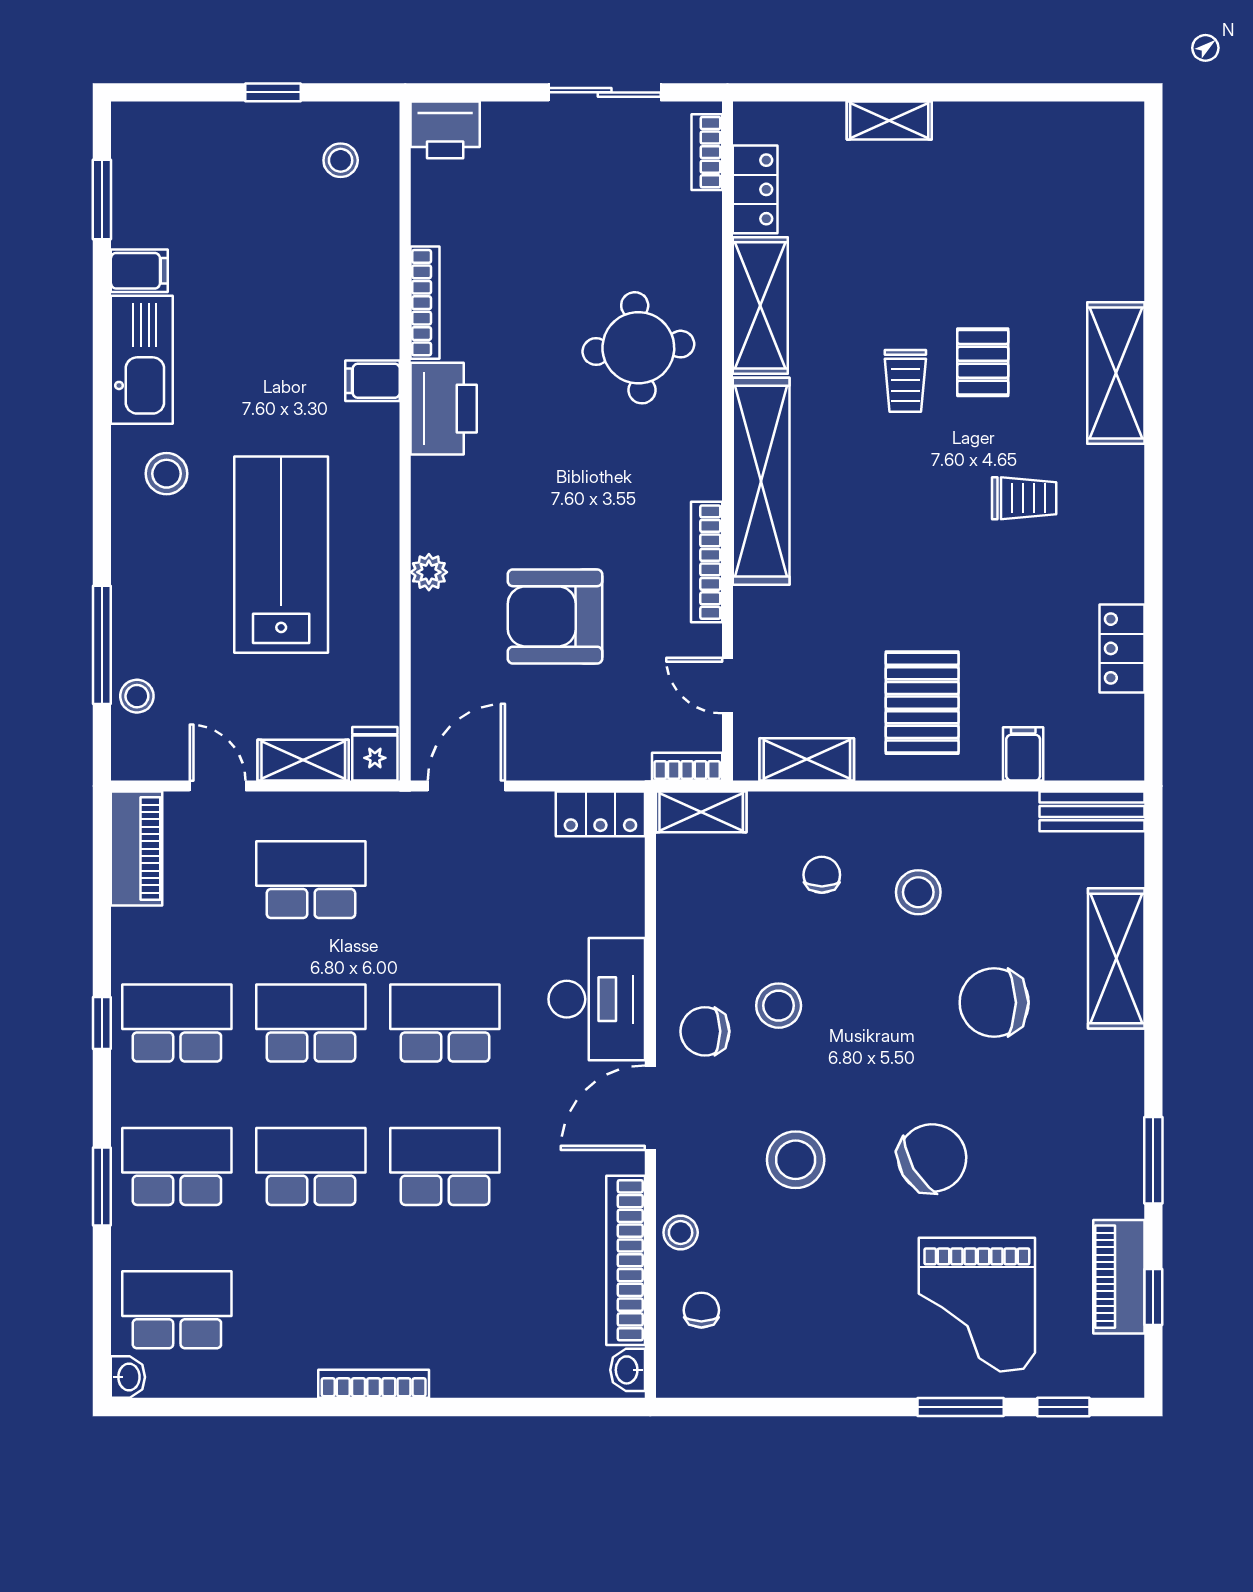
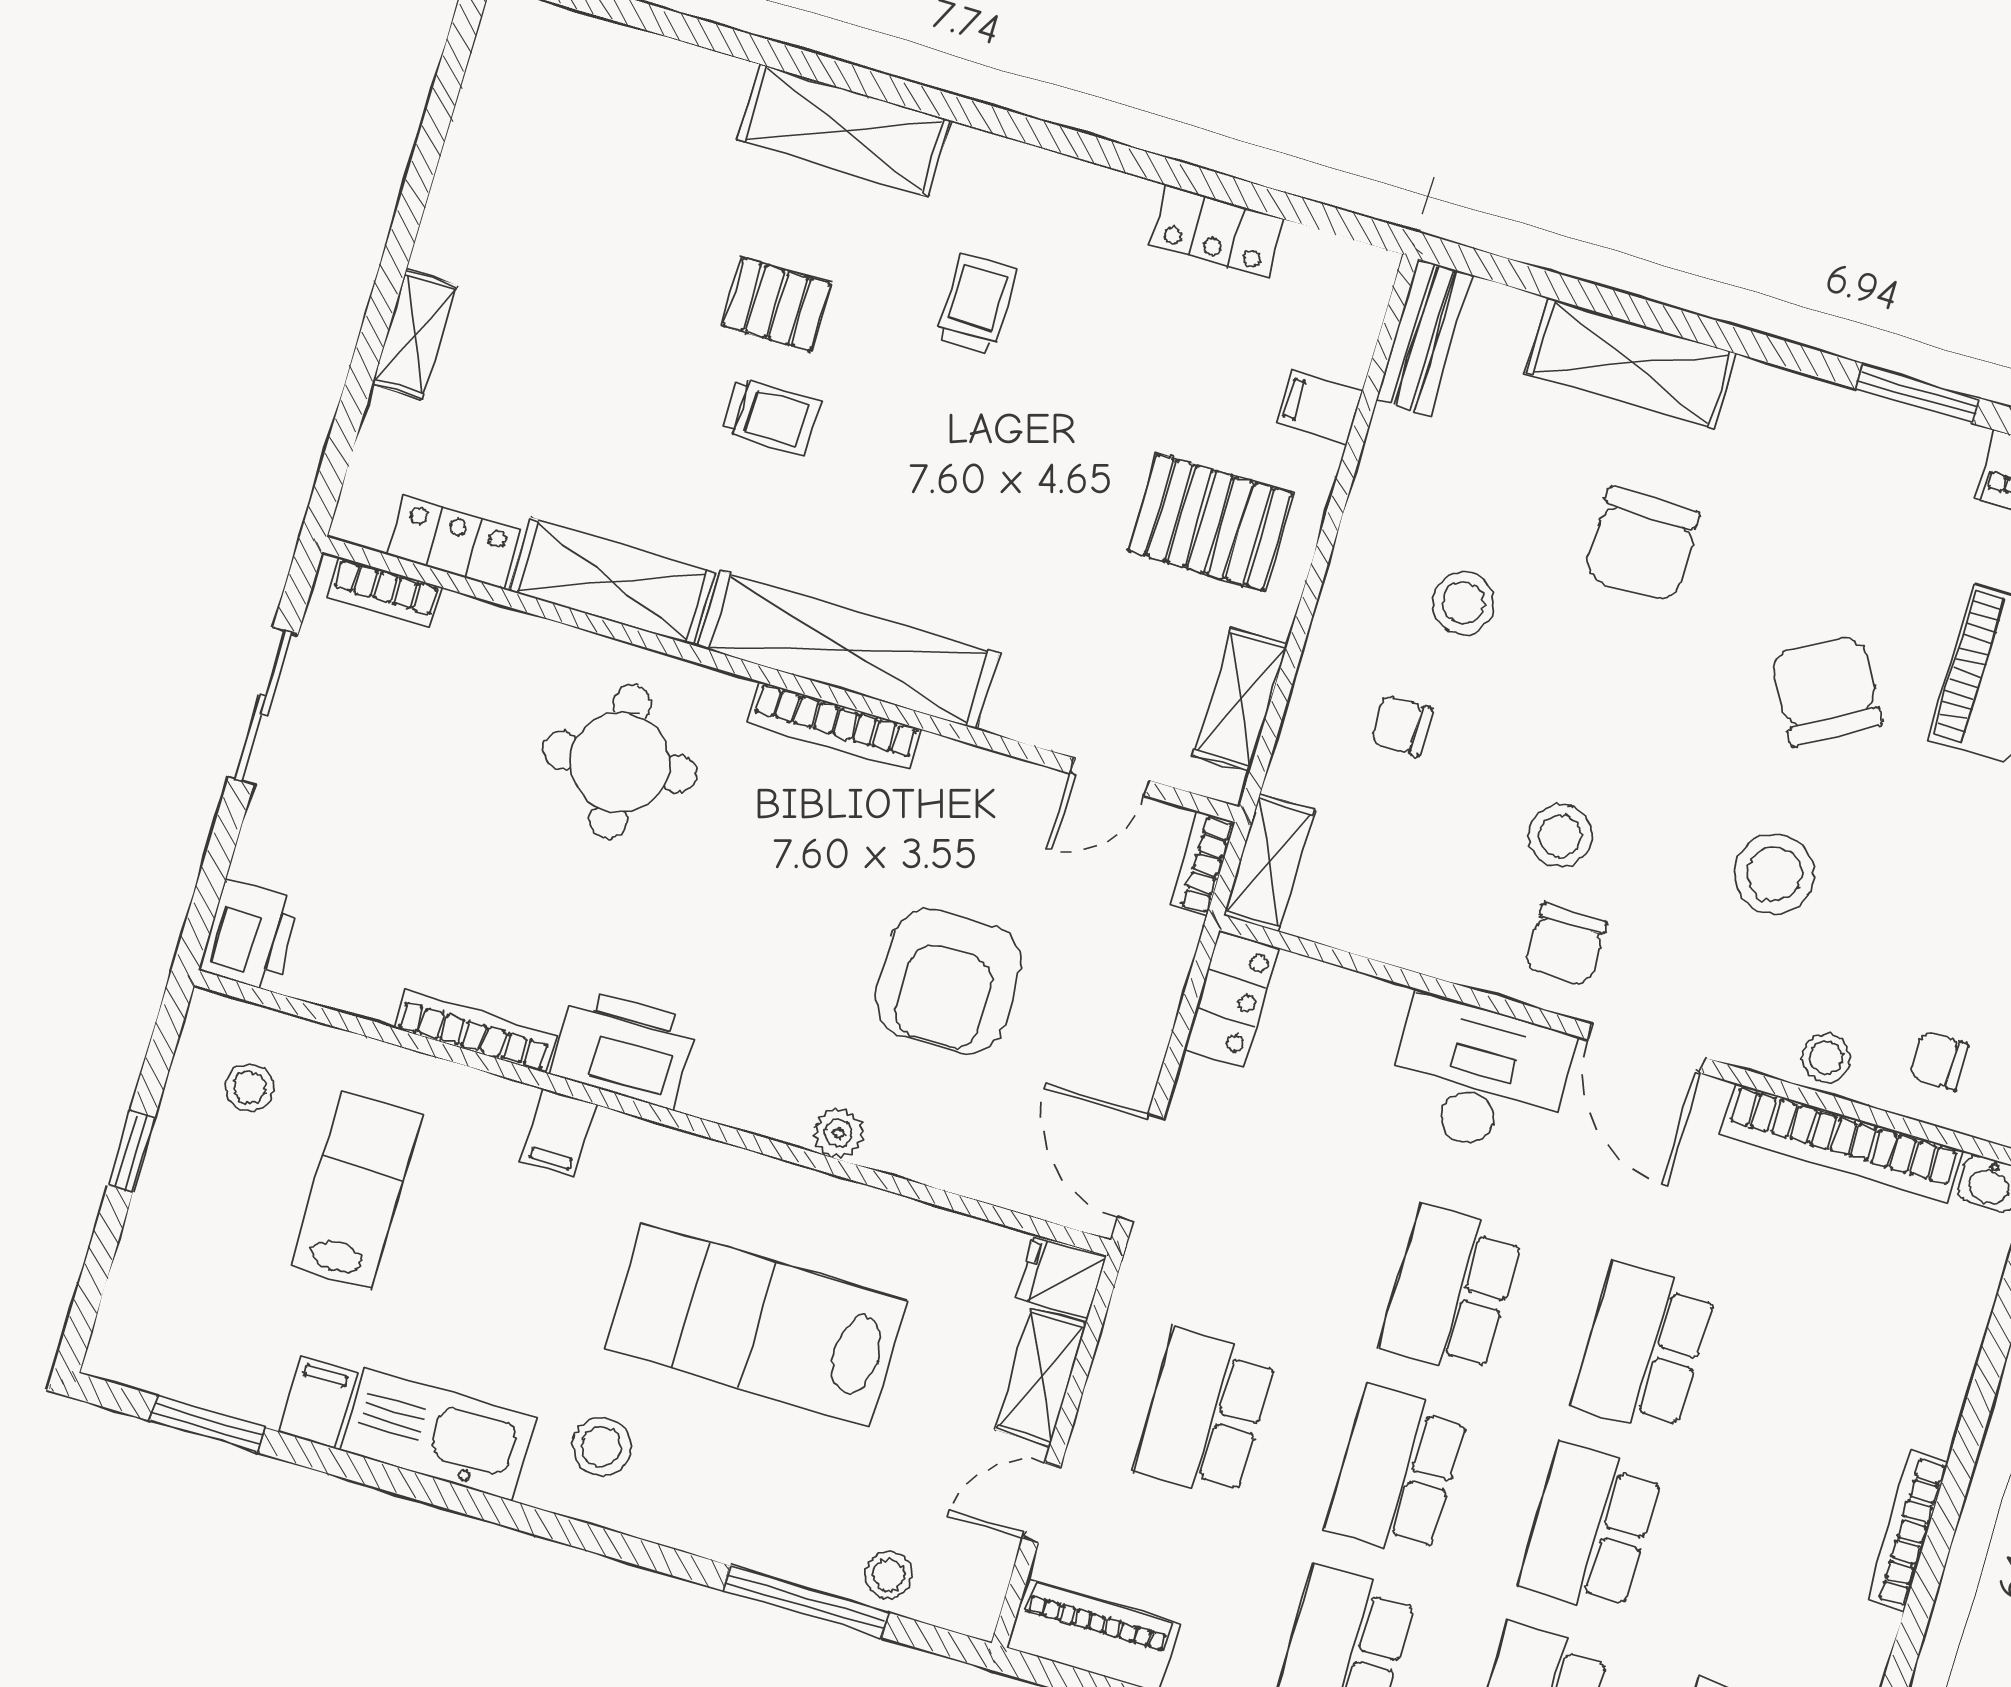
lab bench: (293, 254) -> (356, 1190), added
bookcase: (707, 562) -> (834, 726), moved

